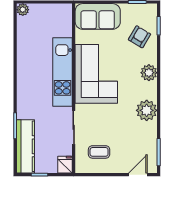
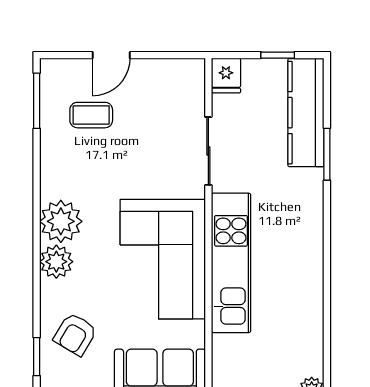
plant: (147, 110) -> (61, 221), moved
coffee table: (99, 152) -> (91, 115), moved
door: (138, 175) -> (111, 55), moved

